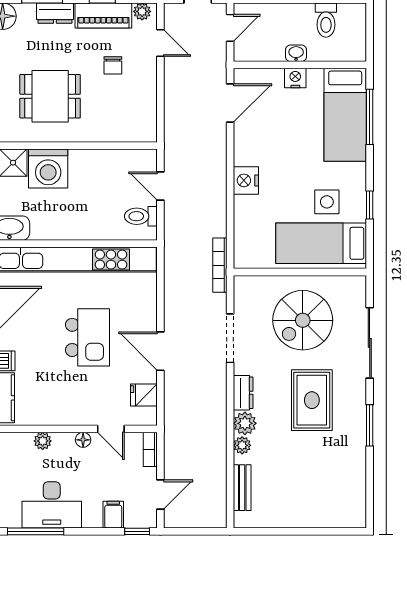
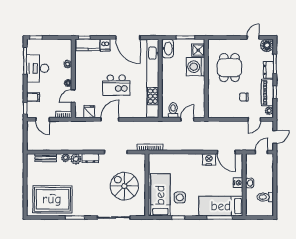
door: (230, 28) -> (262, 152), swing flipped
nightstand: (246, 180) -> (209, 159), moved
rug: (312, 400) -> (52, 199), moved, width x1.37, depth x1.44

